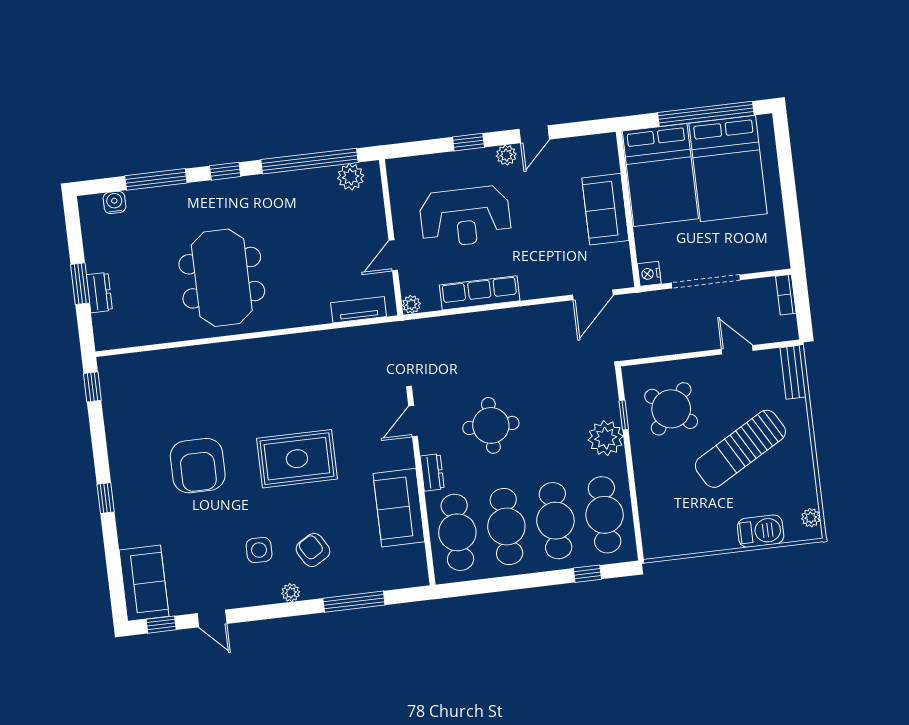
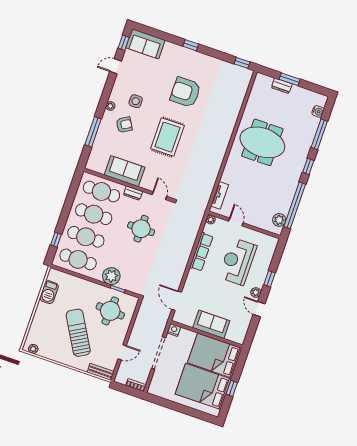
window: (706, 114) -> (232, 388), width x0.32
round table: (671, 409) -> (110, 311), turned -36
barbecue: (761, 531) -> (49, 292), moved

